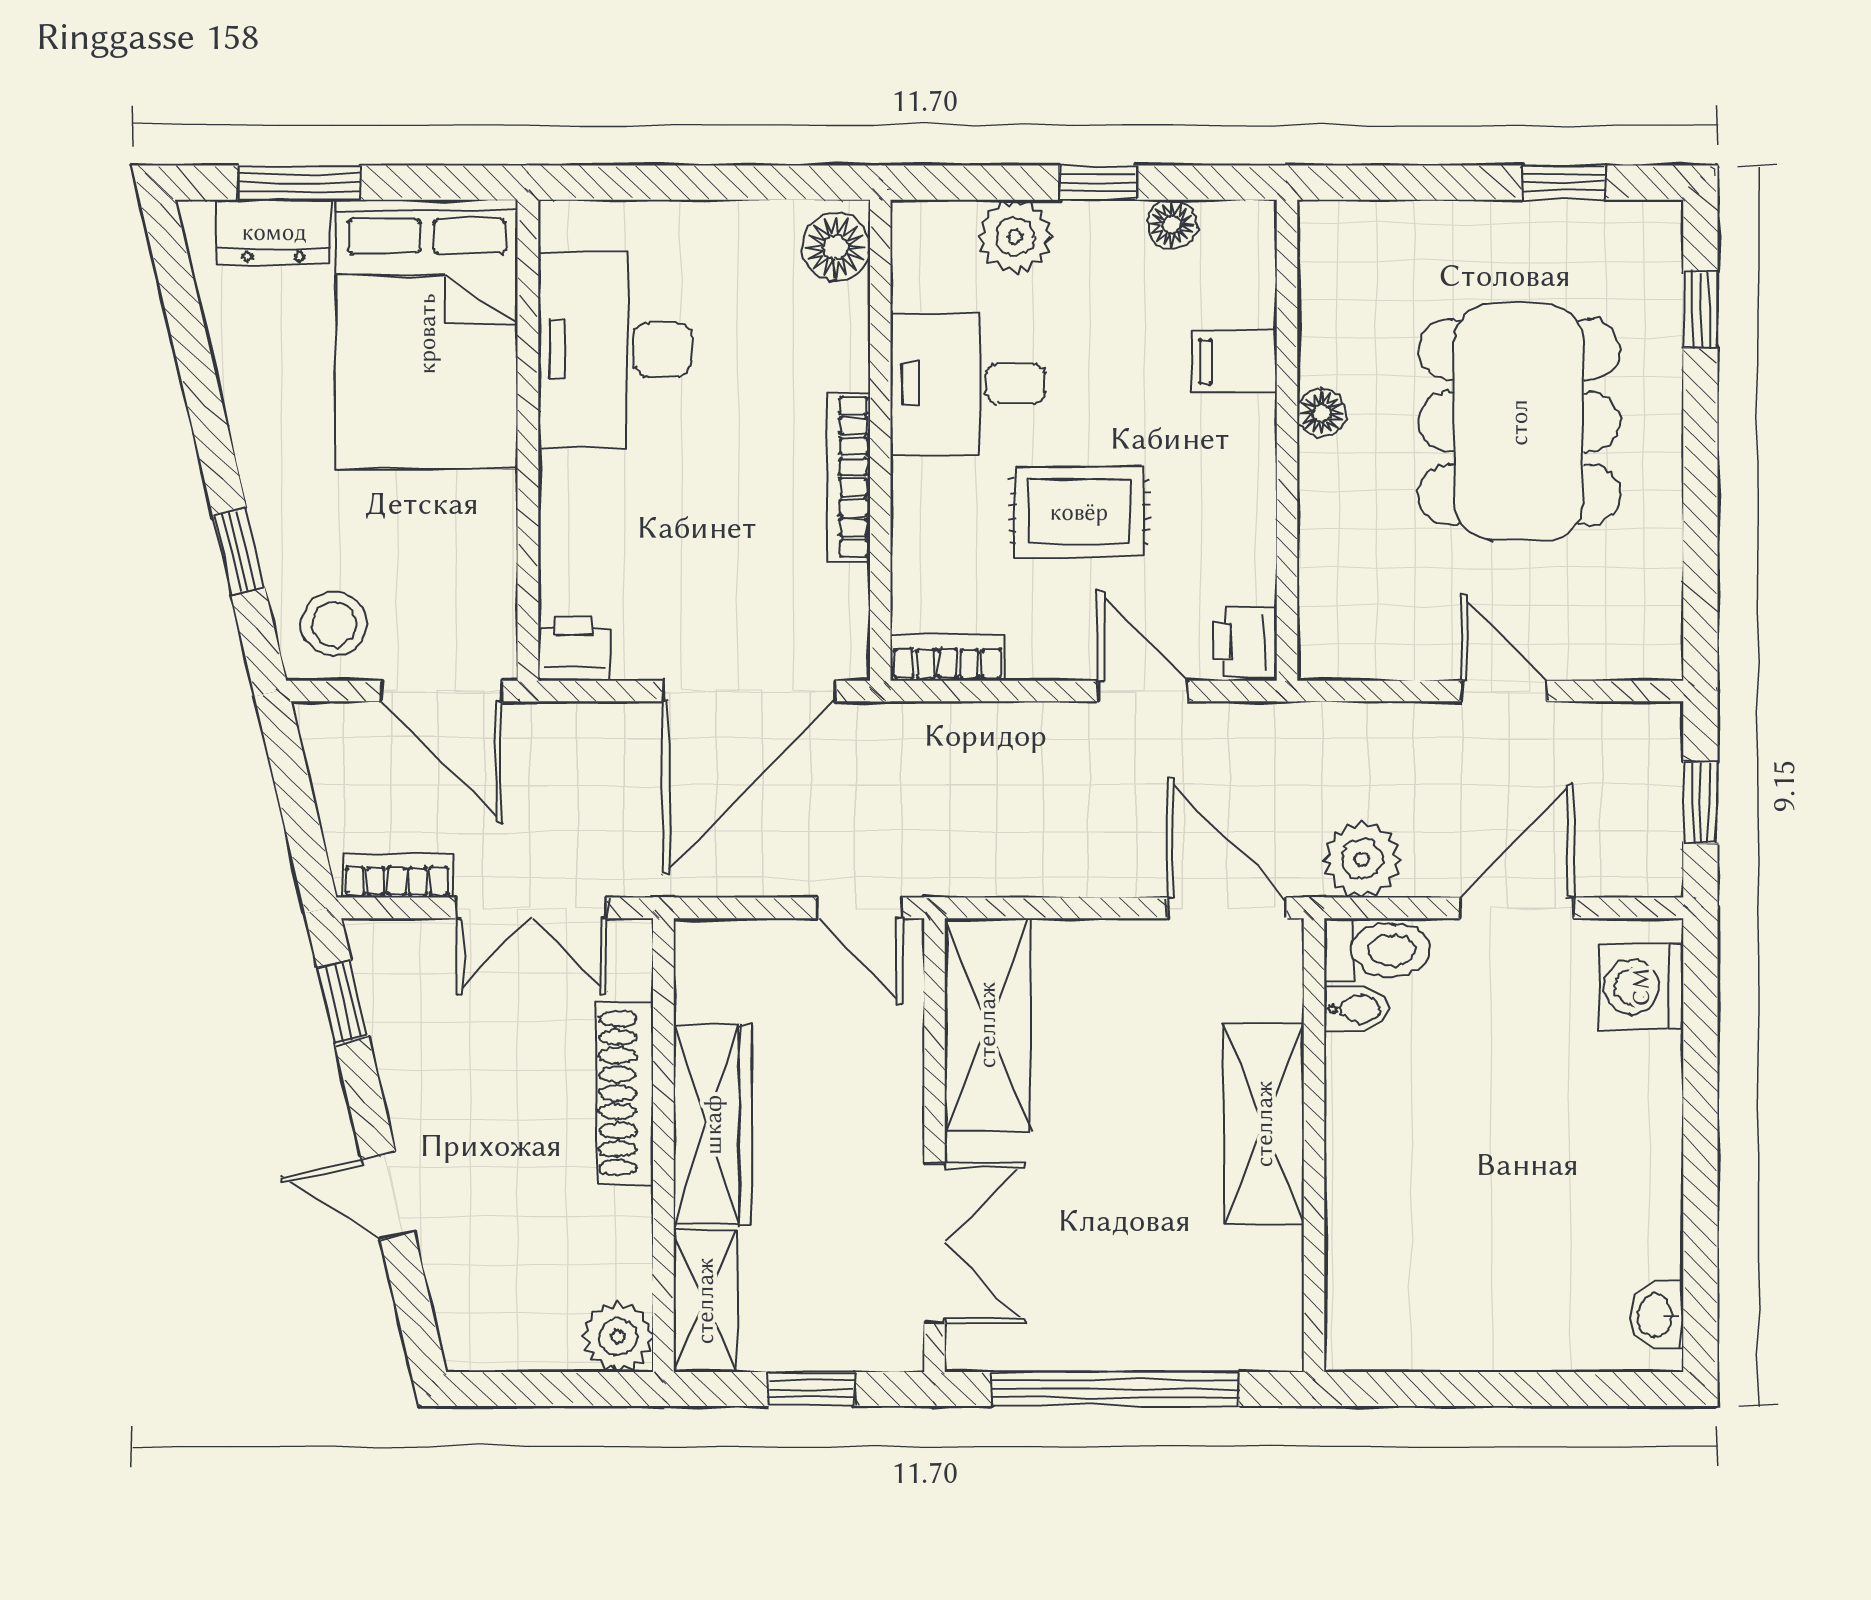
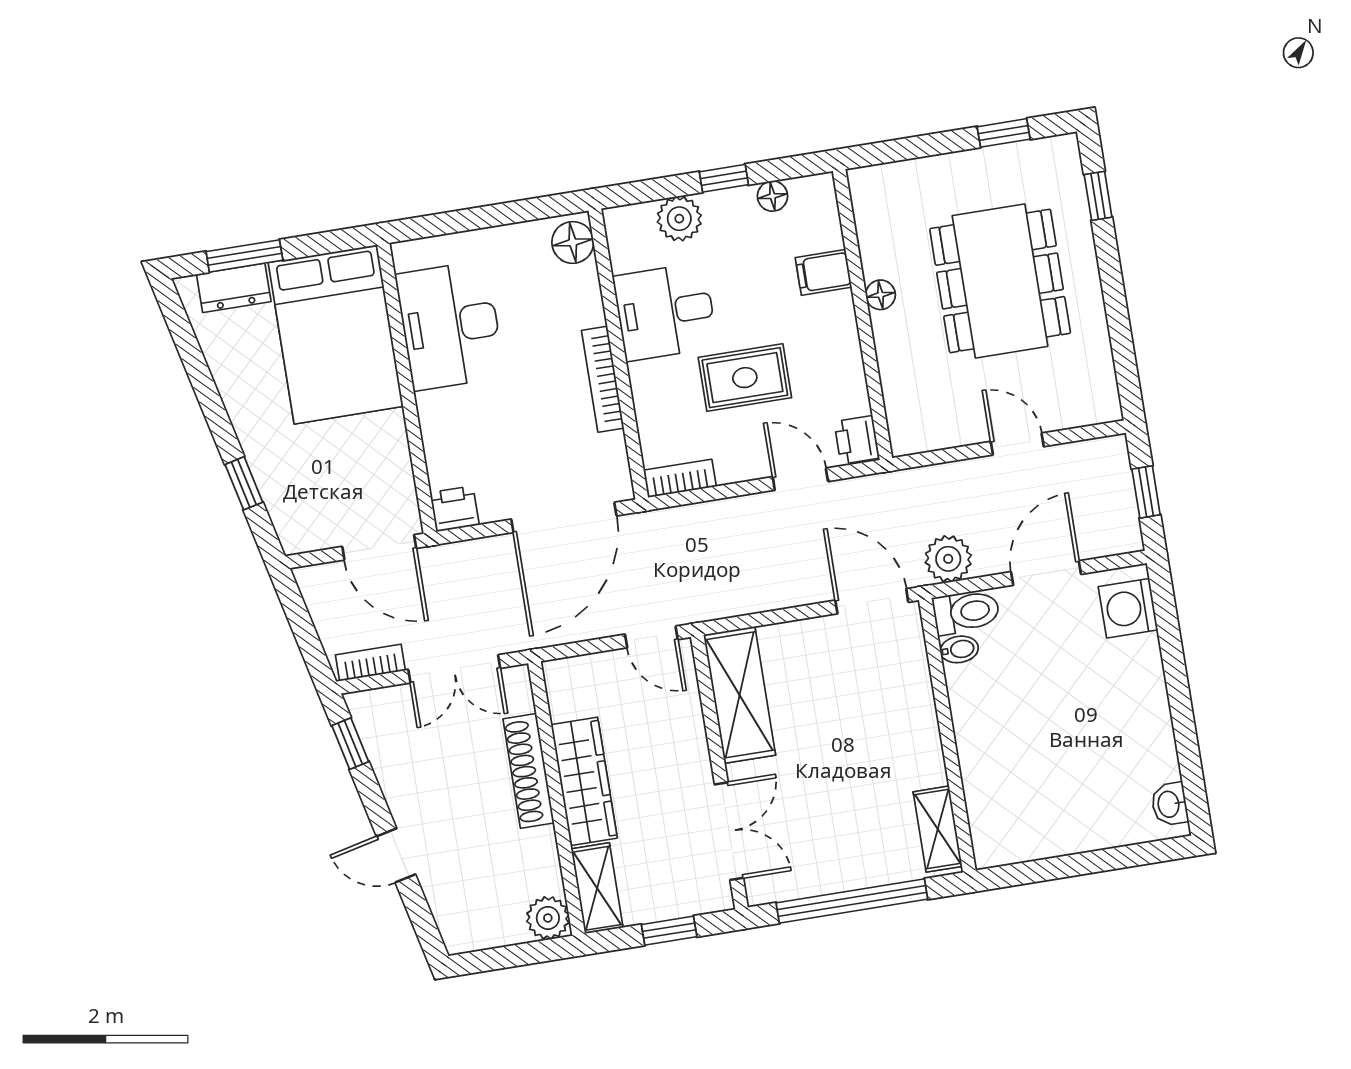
stool: (334, 624) -> (308, 518), removed
shelving: (1264, 1124) -> (938, 829), moved, width x0.67, depth x0.75

